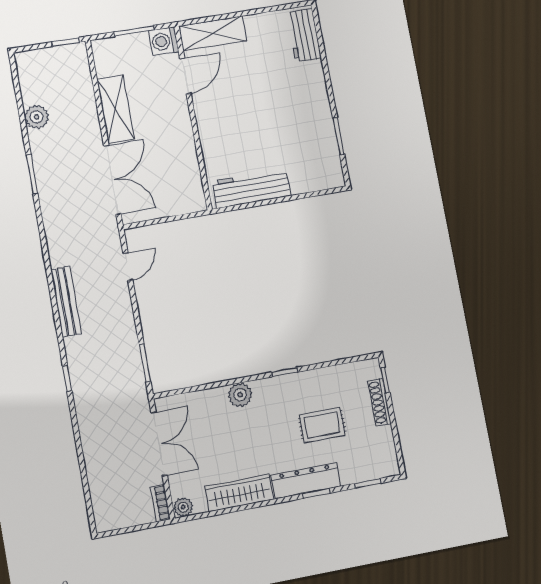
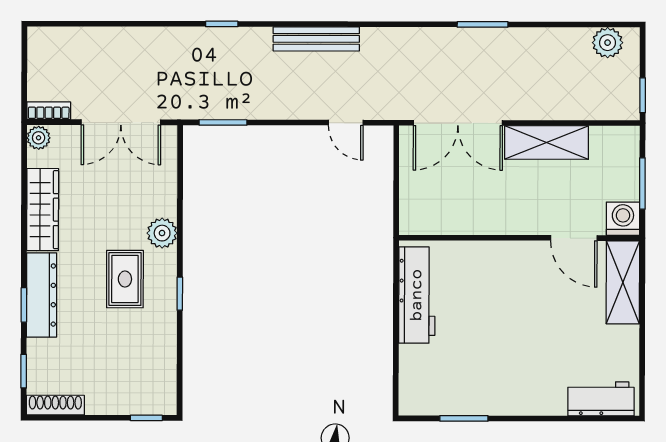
plant: (37, 117) -> (608, 43), moved
shoe rack: (379, 402) -> (55, 405), moved
rug: (322, 425) -> (125, 279), moved

